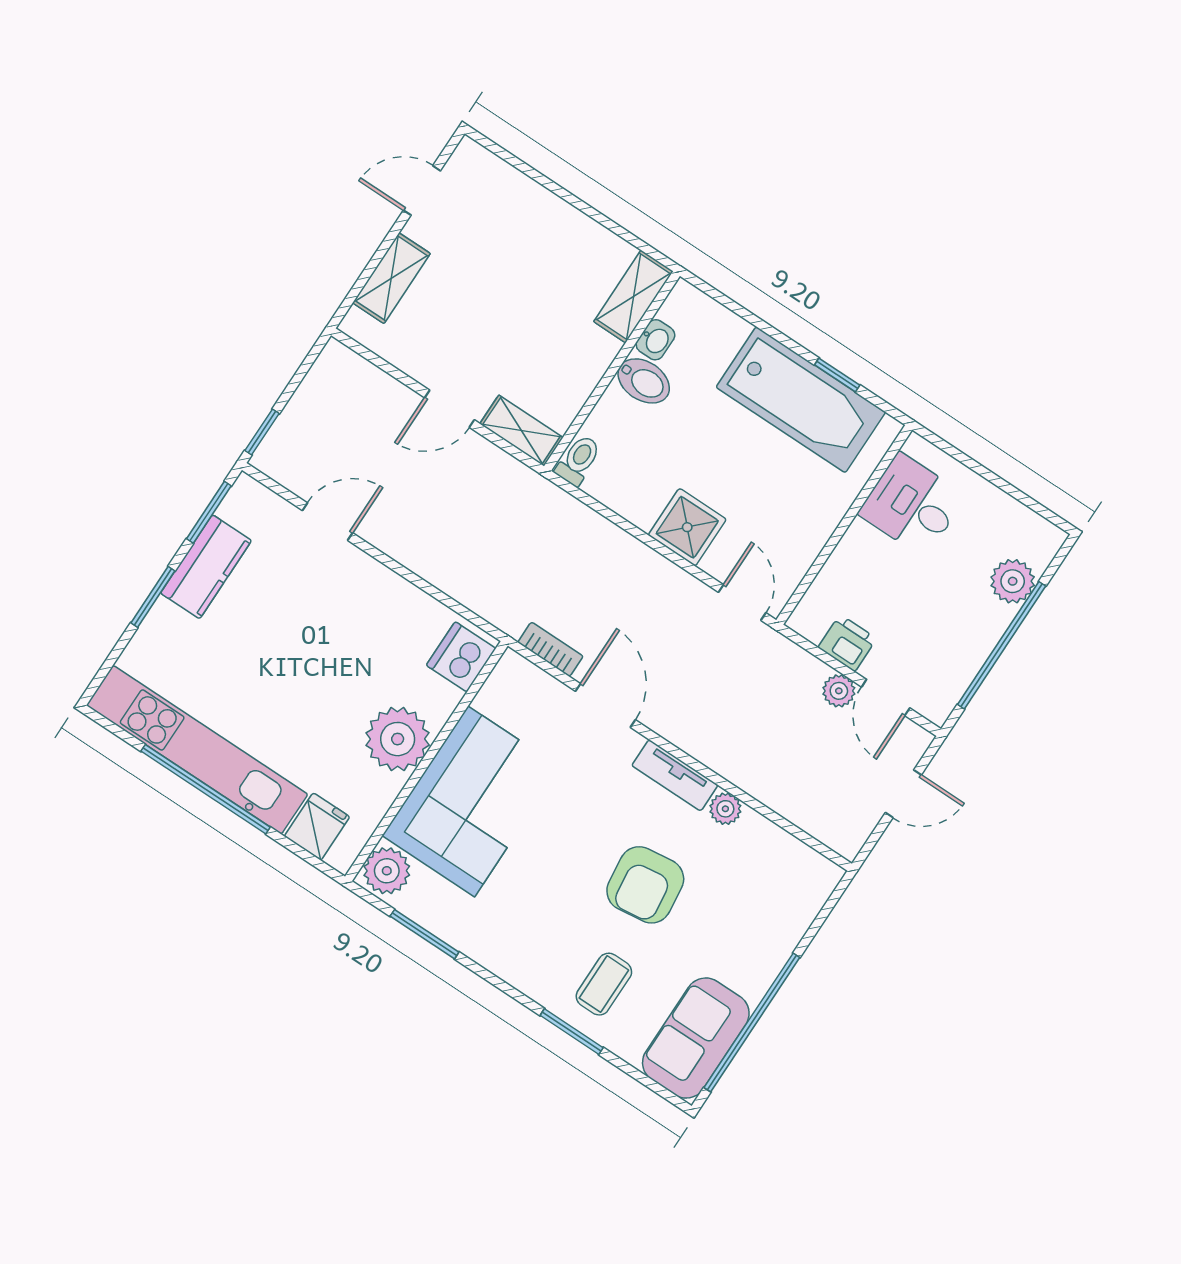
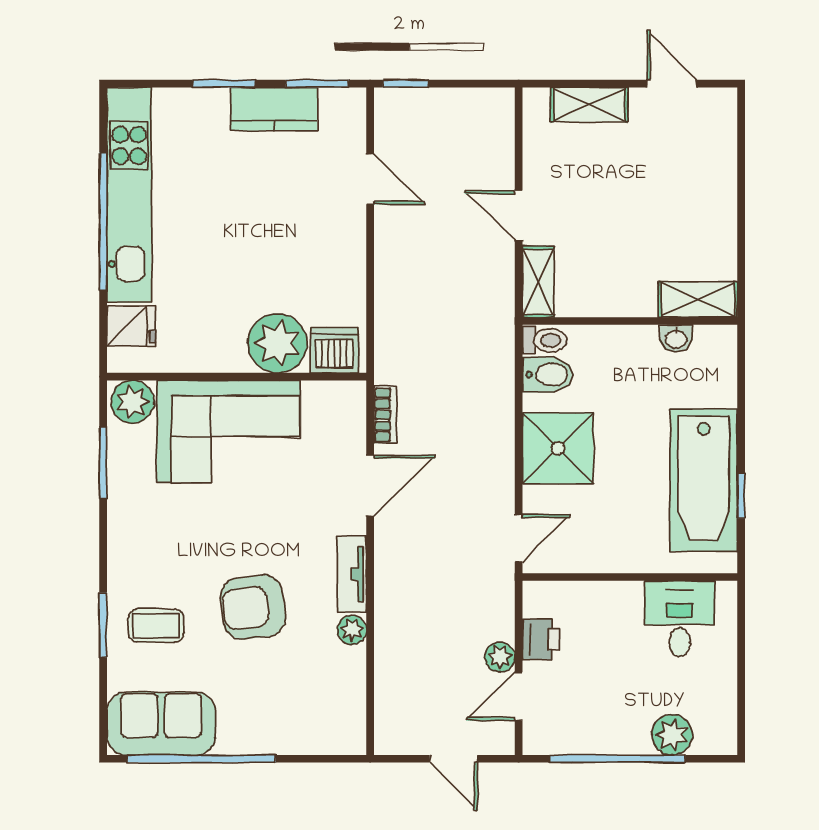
bidet: (644, 381) -> (548, 375), moved, turned -90
shower: (687, 527) -> (558, 448), width x1.36, depth x1.36
plant: (398, 739) -> (277, 343), moved

